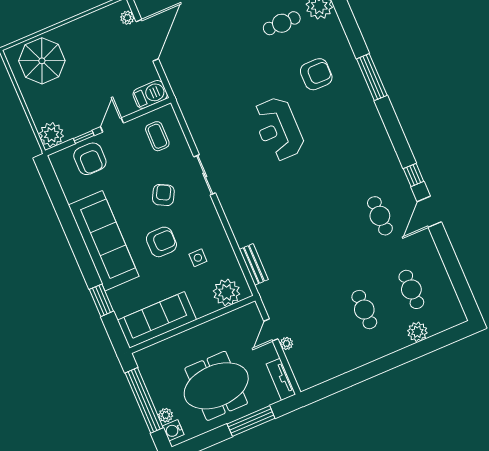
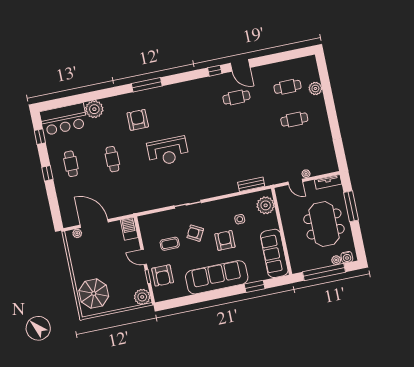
cafe table: (282, 23) -> (112, 159), moved
coffee table: (157, 136) -> (170, 244), moved
armchair: (90, 159) -> (163, 275), turned 90

